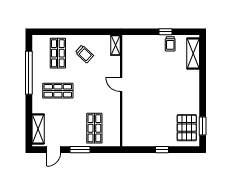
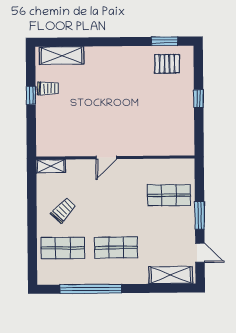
shop shelf: (58, 91) -> (116, 248), turned 90
pallet: (187, 128) -> (167, 64), width x0.67, depth x0.71

